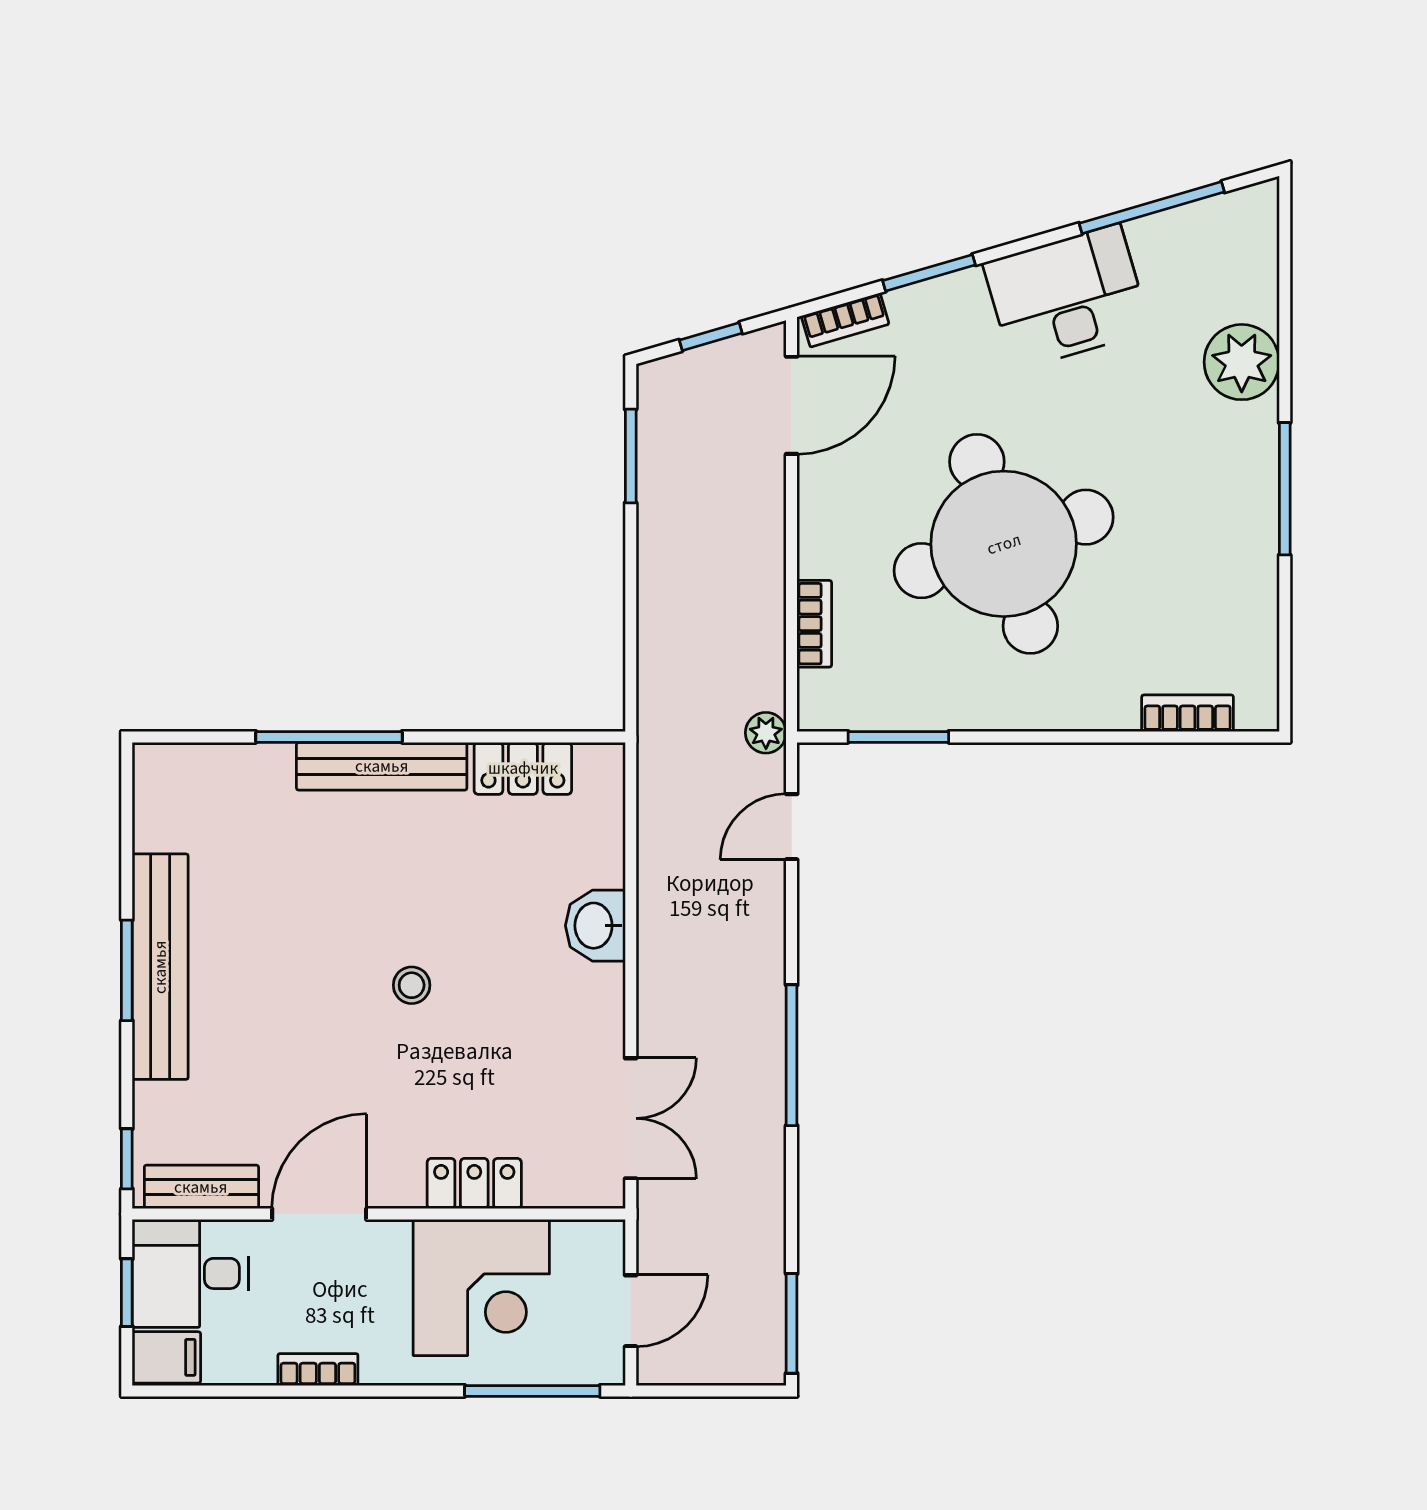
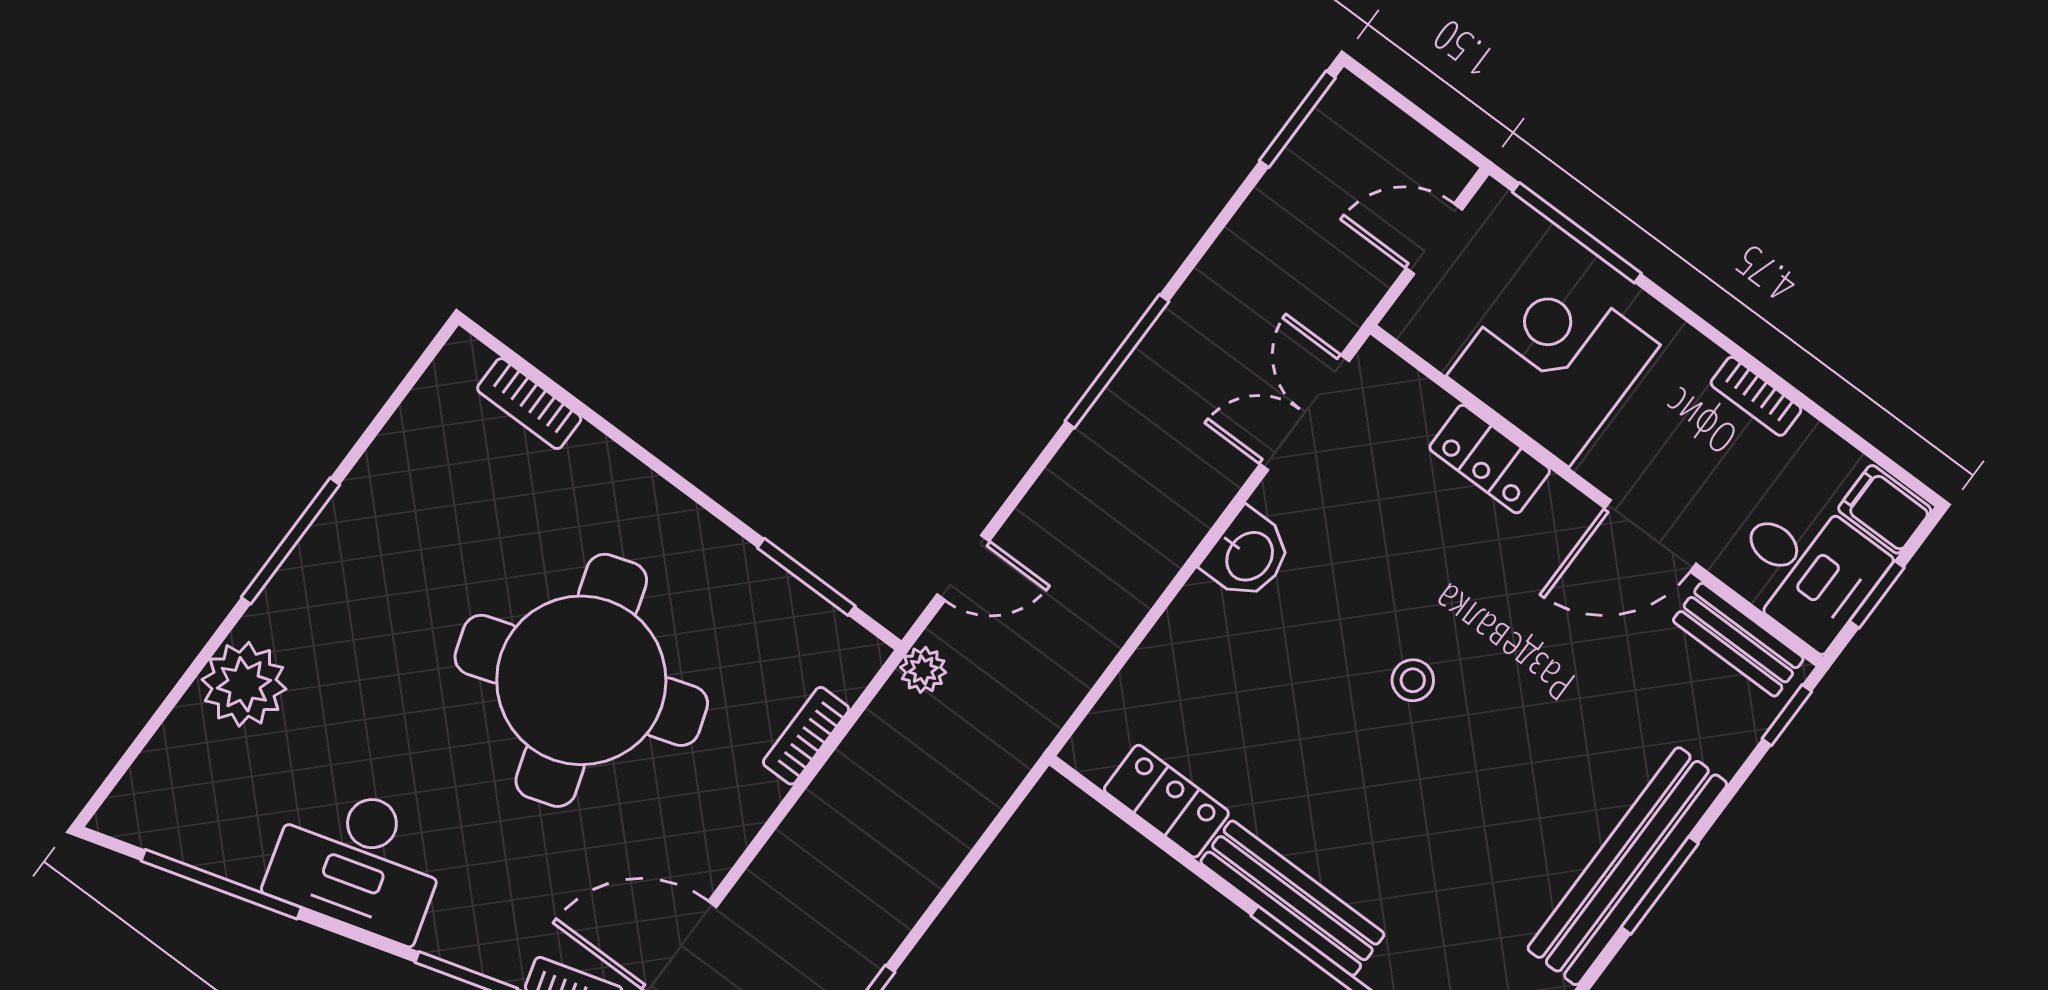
washbasin: (595, 926) -> (1248, 555), moved

